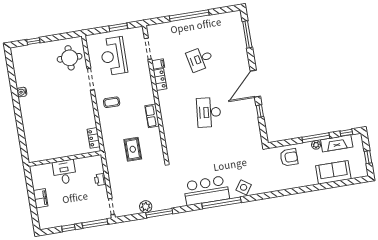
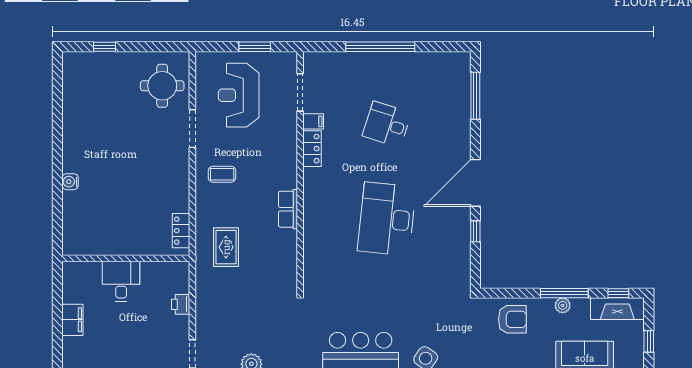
desk: (200, 59) -> (387, 124), turned 30
water cooler: (22, 92) -> (70, 182), moved
desk: (209, 112) -> (387, 219), width x1.36, depth x1.30
fireplace: (337, 143) -> (617, 309), moved
rug: (133, 149) -> (226, 247), moved

